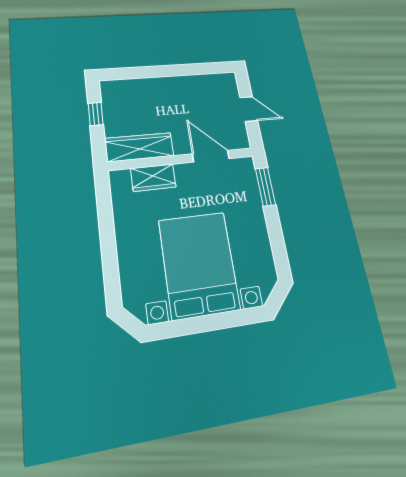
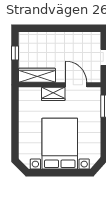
wardrobe: (153, 178) -> (53, 94), moved

